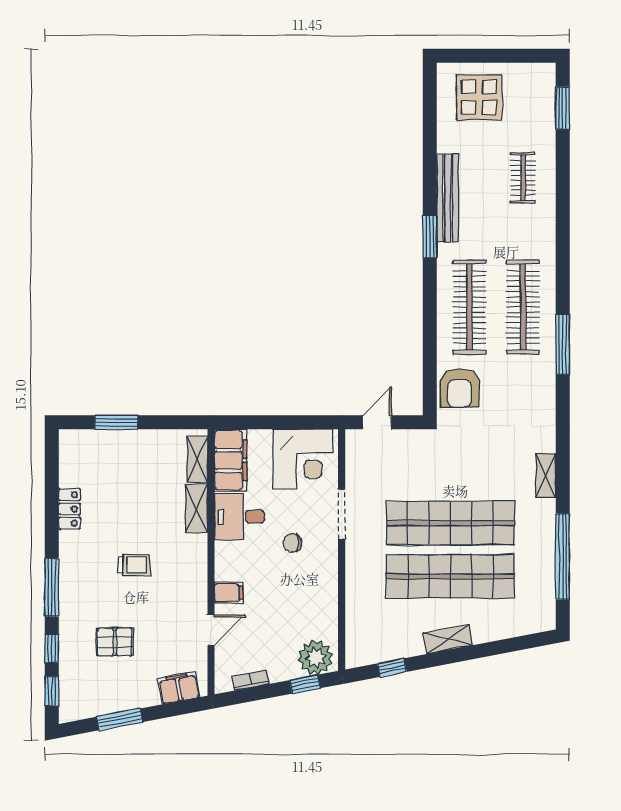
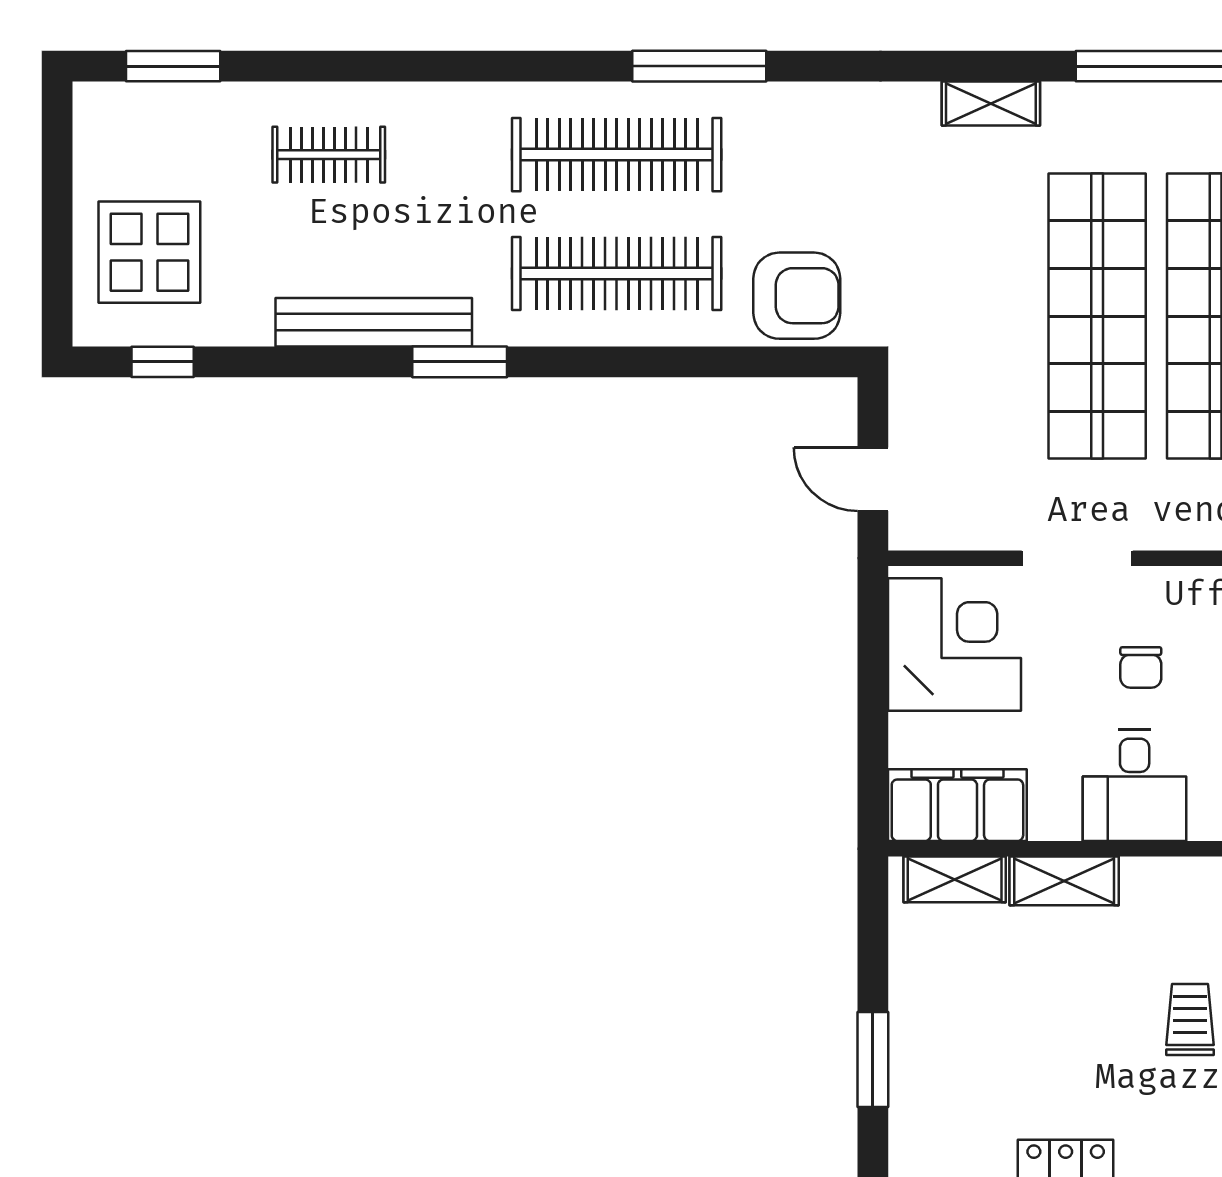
window: (430, 103) -> (163, 362), added
desk: (240, 517) -> (1135, 785), moved

